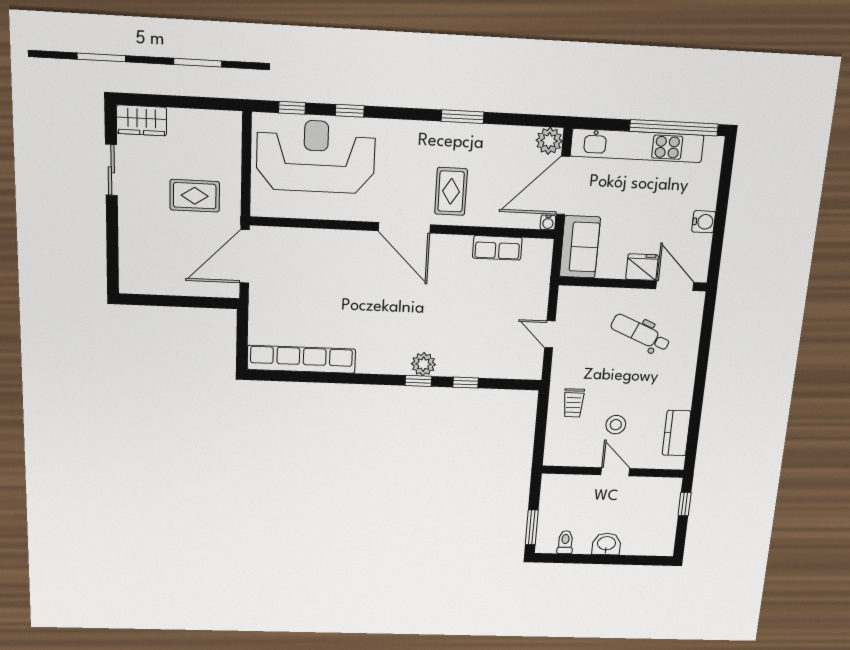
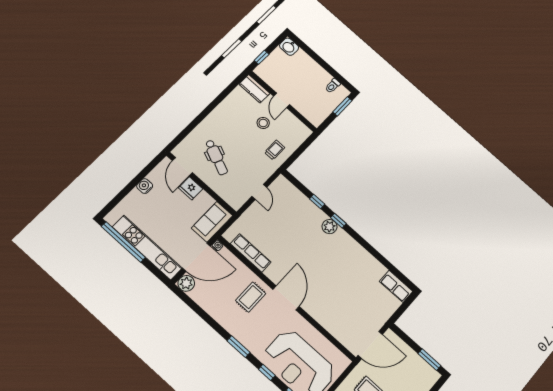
window: (463, 117) -> (239, 347), moved
row of seats: (497, 248) -> (251, 253), width x1.48
window: (152, 300) -> (429, 360), added
row of seats: (301, 359) -> (396, 286), width x0.50
kitchen counter: (677, 433) -> (254, 89), moved, turned 90
washbasin: (606, 544) -> (289, 47), moved

